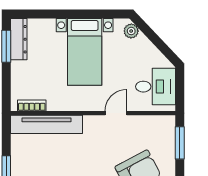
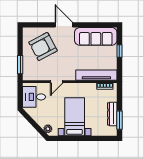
dresser: (19, 39) -> (112, 114), moved

